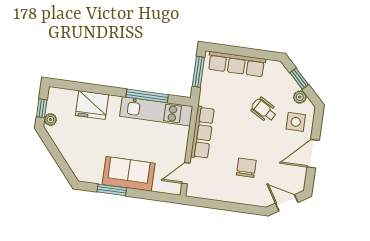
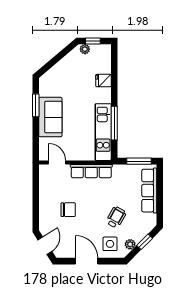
fridge: (92, 105) -> (103, 81), width x0.53, depth x0.75

